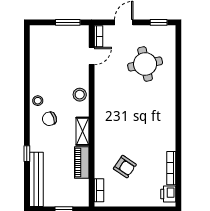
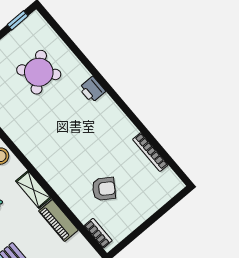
round table: (145, 64) -> (39, 72), turned -30
printer: (168, 194) -> (92, 90), moved

